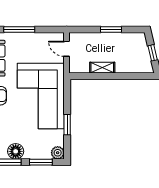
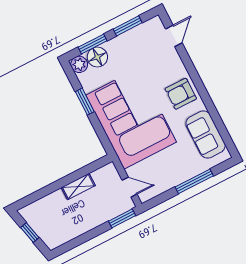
window: (111, 30) -> (122, 218), moved
floor lamp: (16, 151) -> (97, 57), moved

